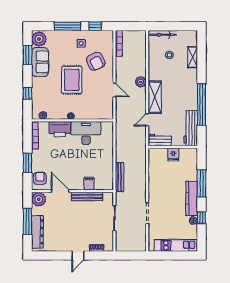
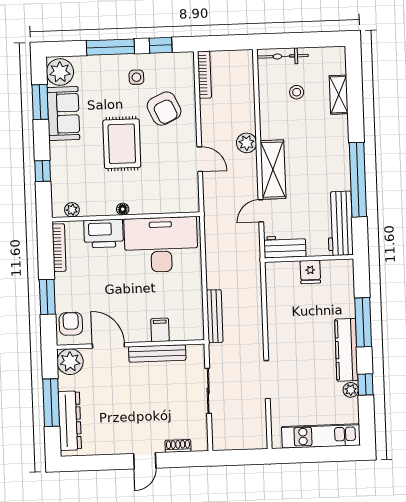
desk: (86, 133) -> (161, 245), width x1.36, depth x1.30

